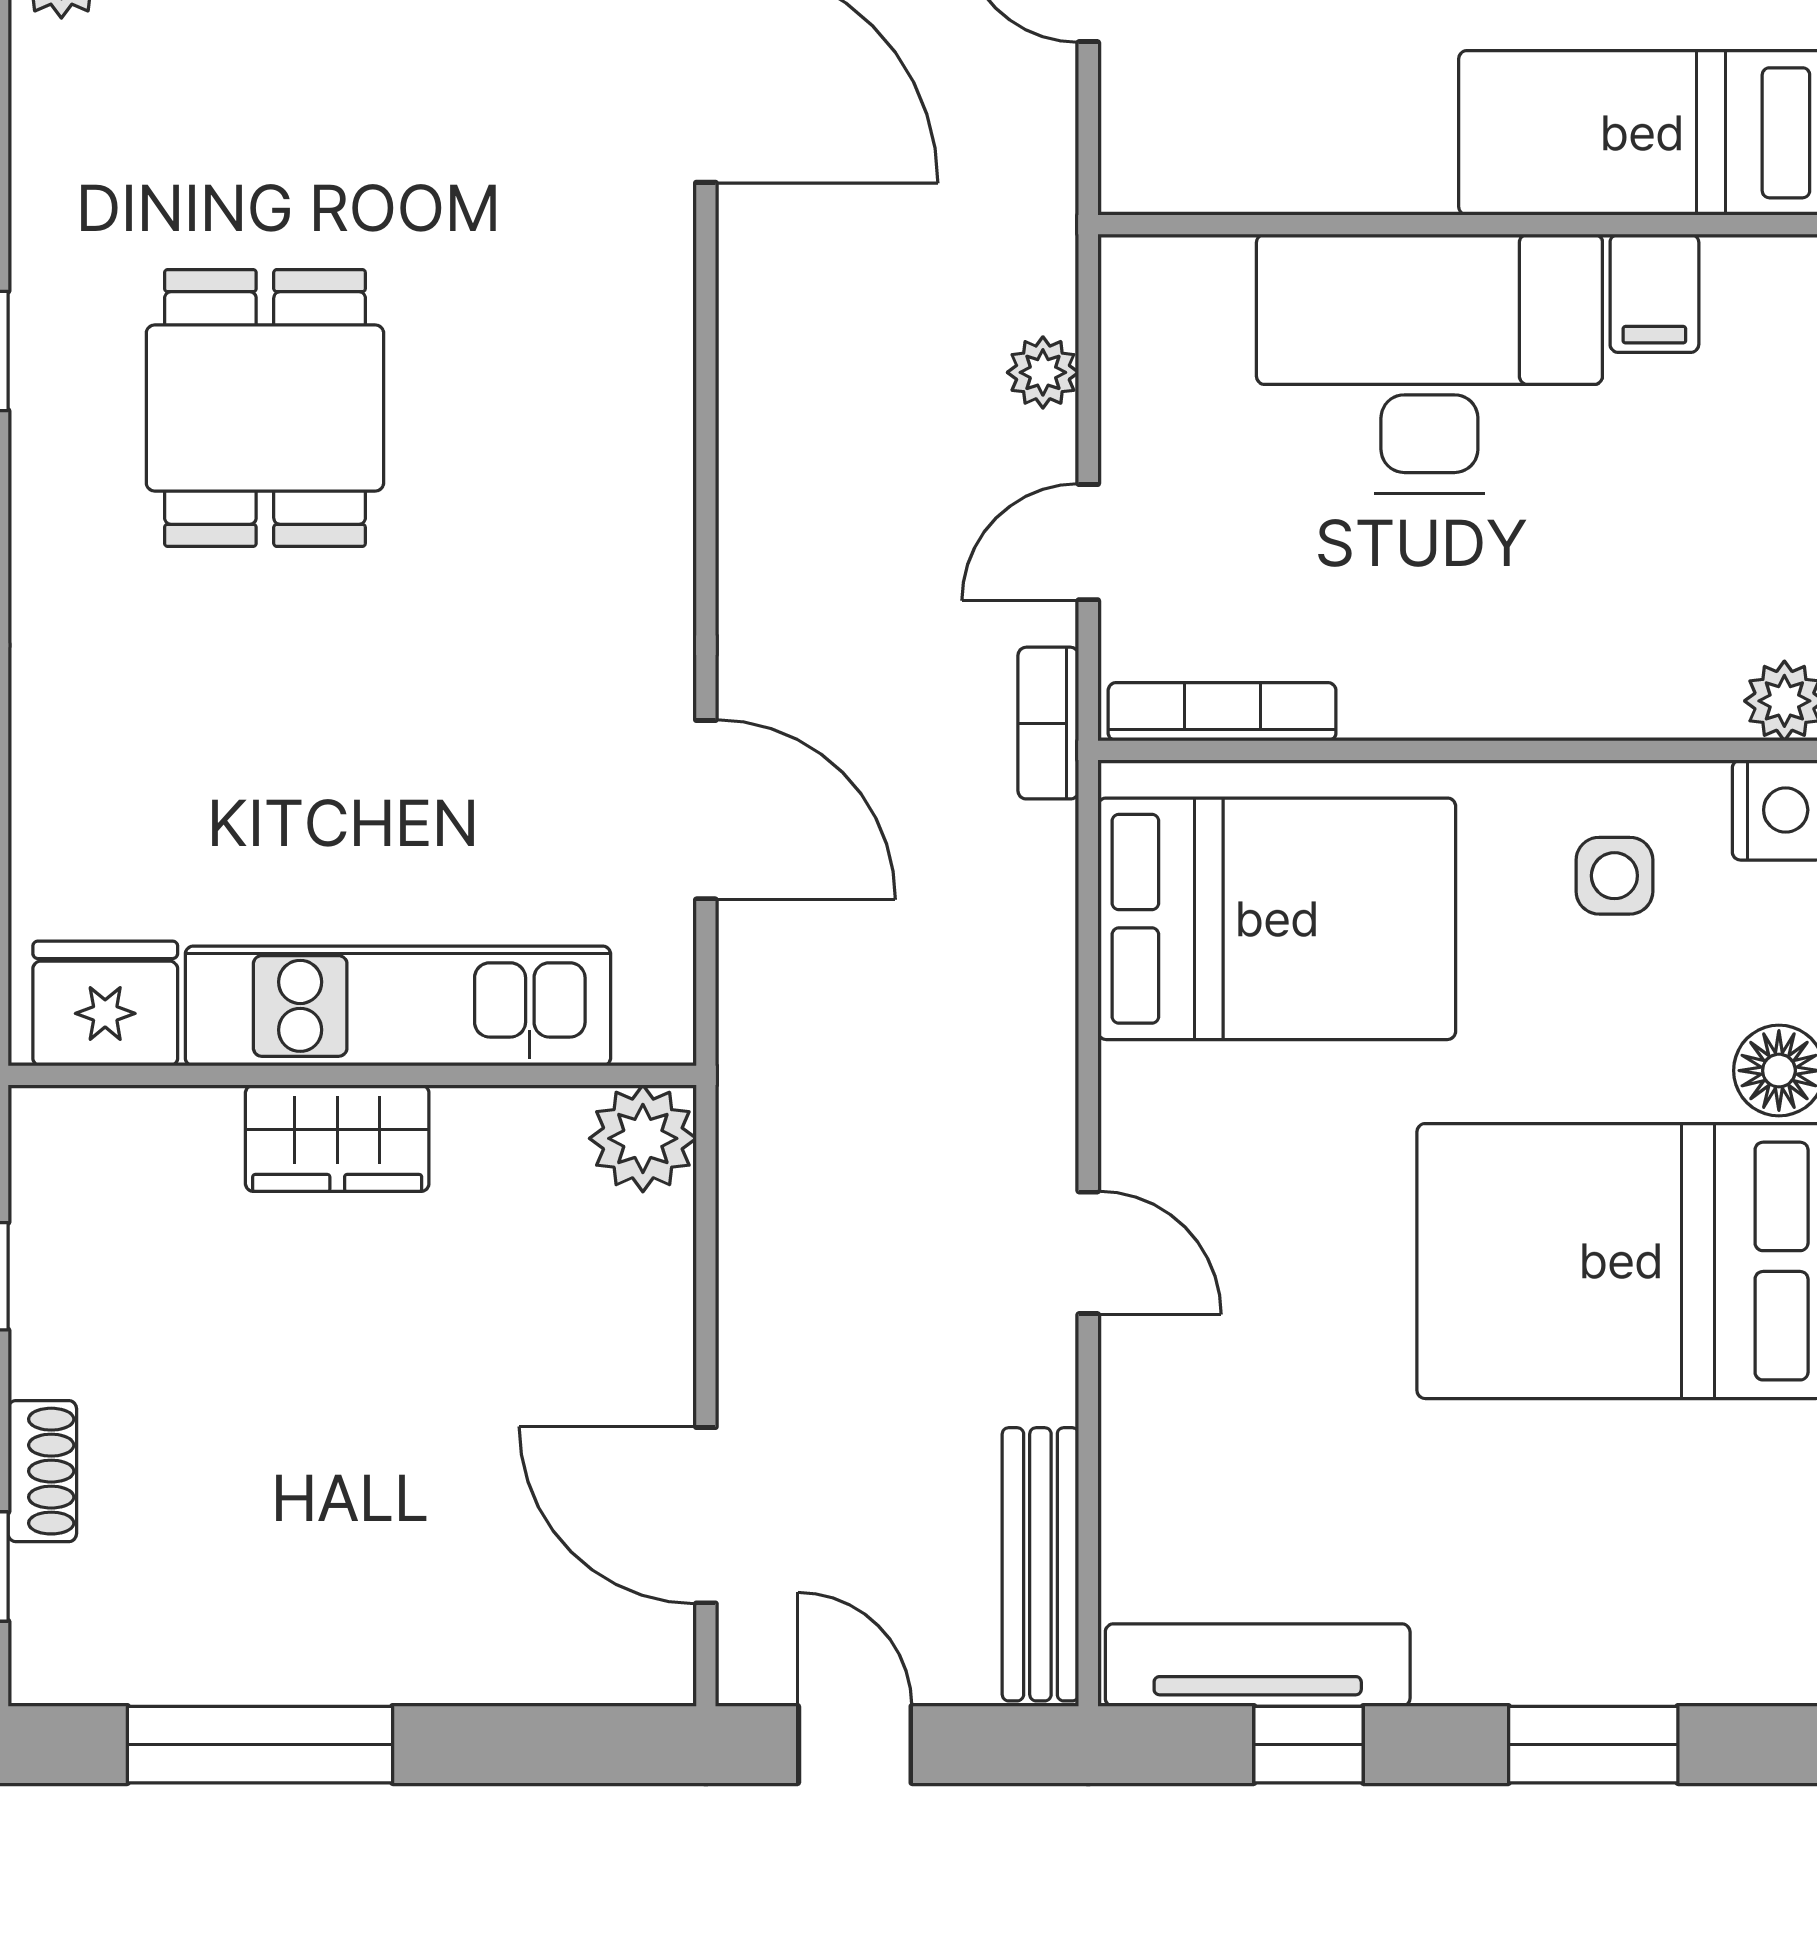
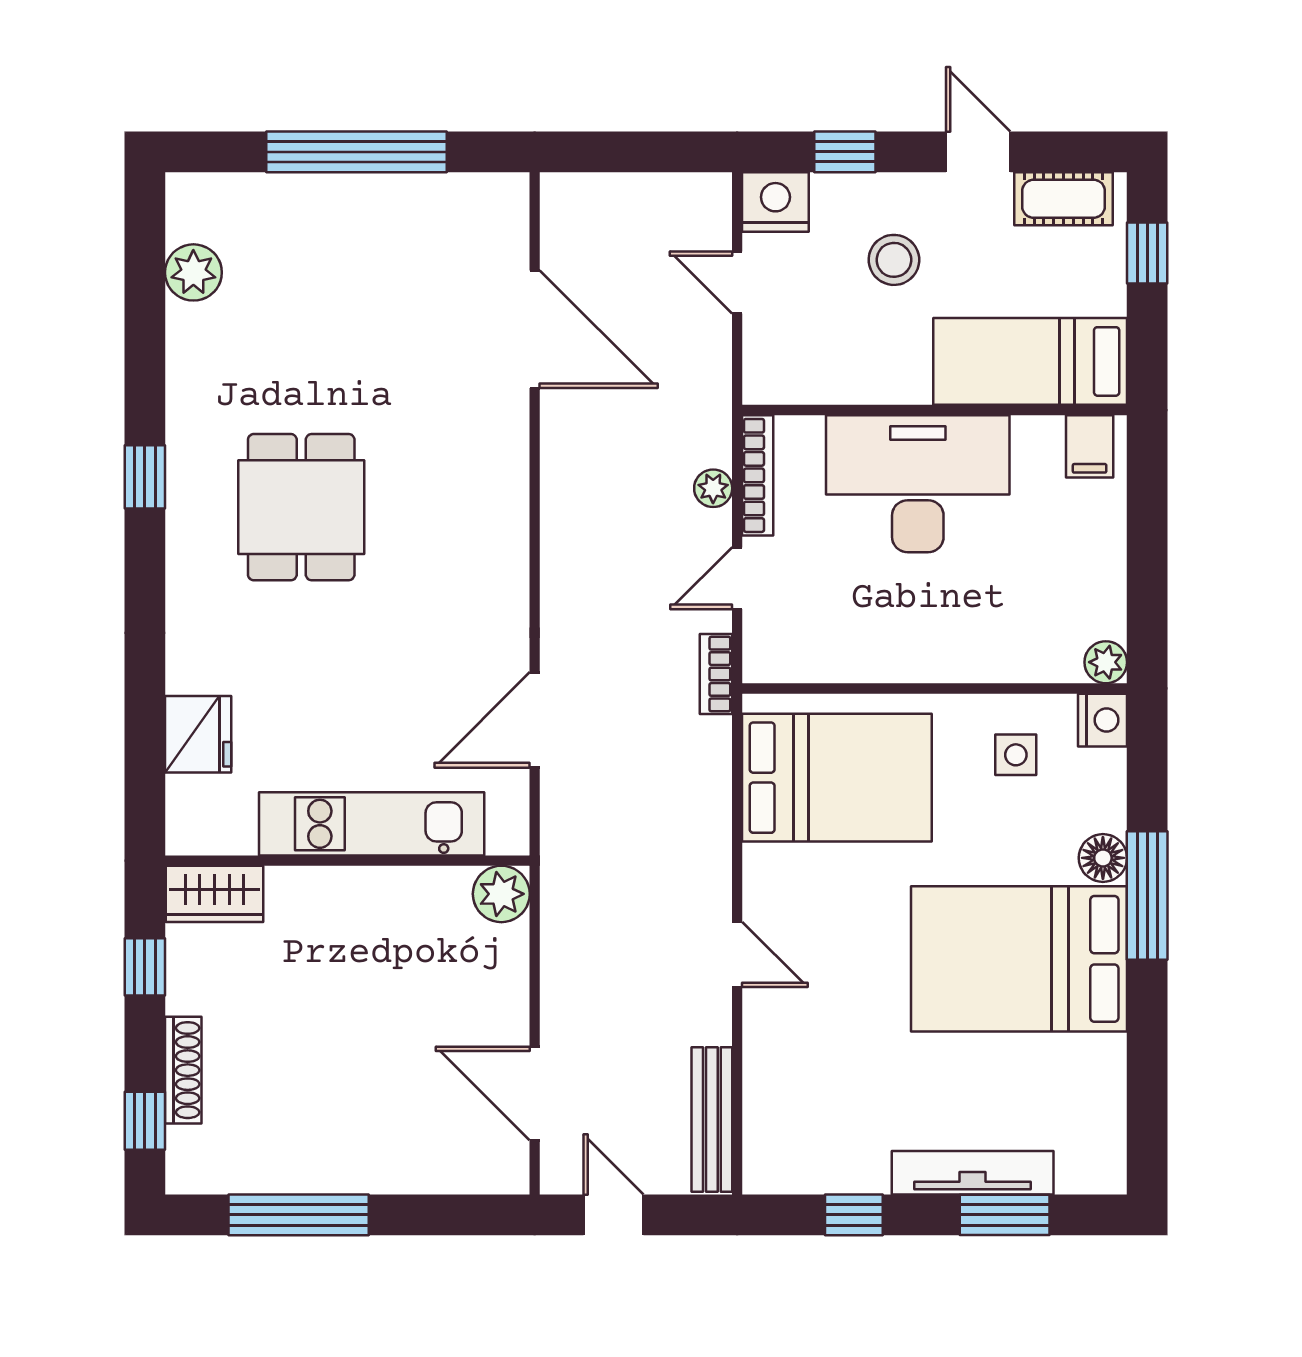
filing cabinet: (1654, 293) -> (1090, 446), moved
bookcase: (1222, 712) -> (758, 475), moved, turned 90
door: (706, 810) -> (535, 720), swing flipped
fridge: (105, 1003) -> (198, 734), moved, turned 90
wardrobe: (337, 1138) -> (215, 894), moved
shoe rack: (42, 1471) -> (183, 1070), width x1.43
tv unit: (1258, 1665) -> (973, 1173), moved

